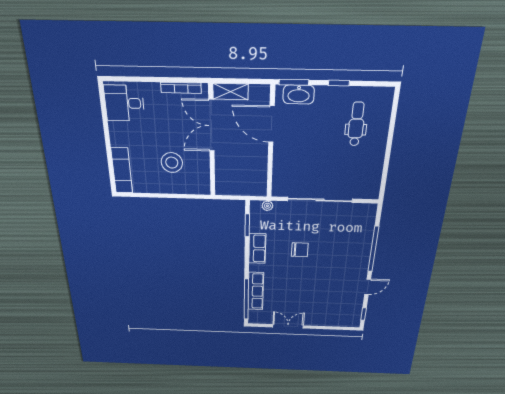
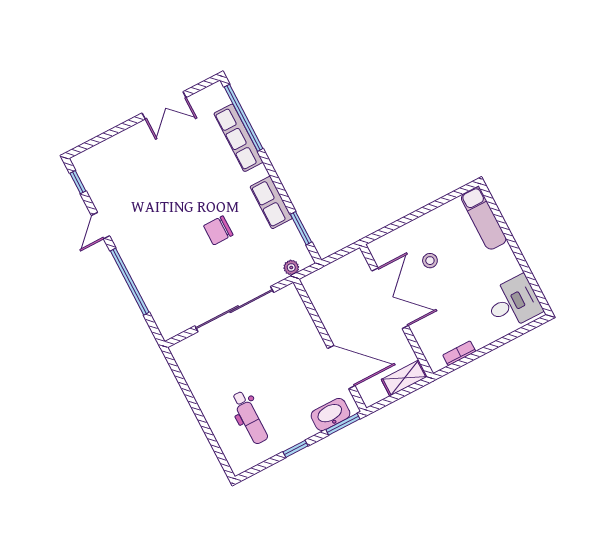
bookcase: (181, 88) -> (459, 353), width x0.64
double door: (211, 126) -> (390, 298), moved
stool: (172, 163) -> (430, 261), width x0.53, depth x0.53

